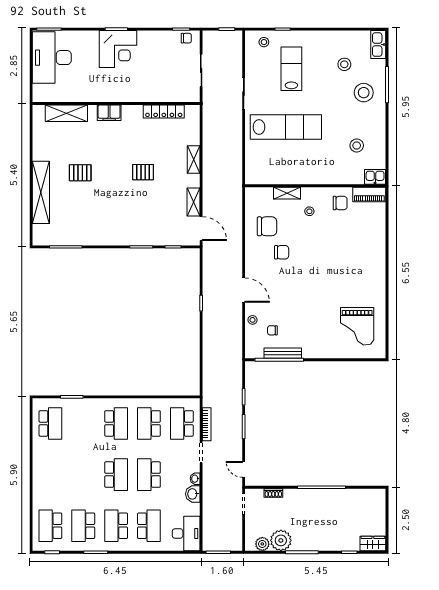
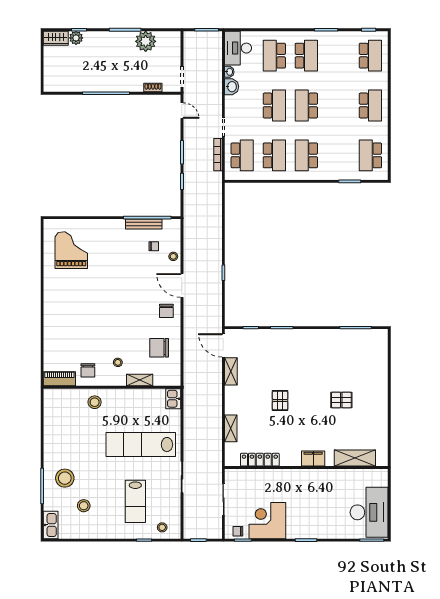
corner desk: (118, 49) -> (267, 521), moved
stool: (357, 145) -> (95, 402), moved
shelving: (194, 160) -> (231, 428), moved
pallet: (143, 172) -> (280, 400), turned 90
kitchen sink: (375, 177) -> (173, 399), moved, turned 90
shelving: (41, 192) -> (380, 381), removed
chair: (340, 203) -> (88, 370), turned -90
chair: (282, 252) -> (166, 311), moved, turned -90
washbasin: (195, 479) -> (229, 72), moved
school desk: (83, 526) -> (370, 106), moved
plant: (262, 544) -> (76, 38), moved

